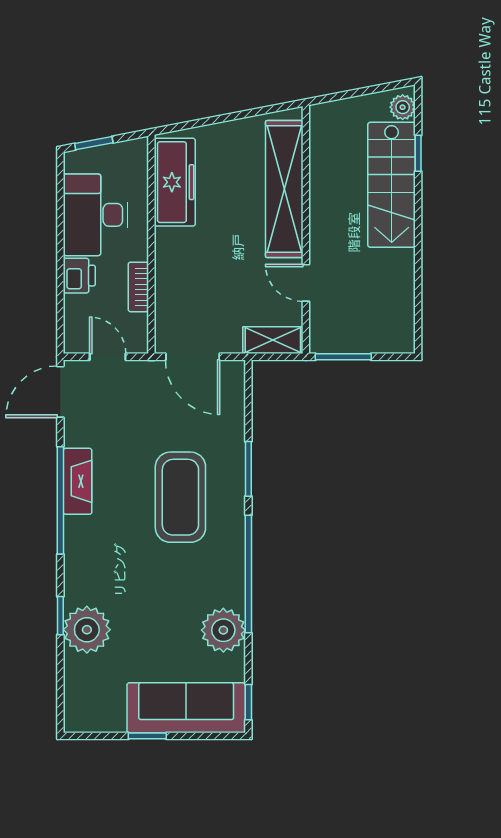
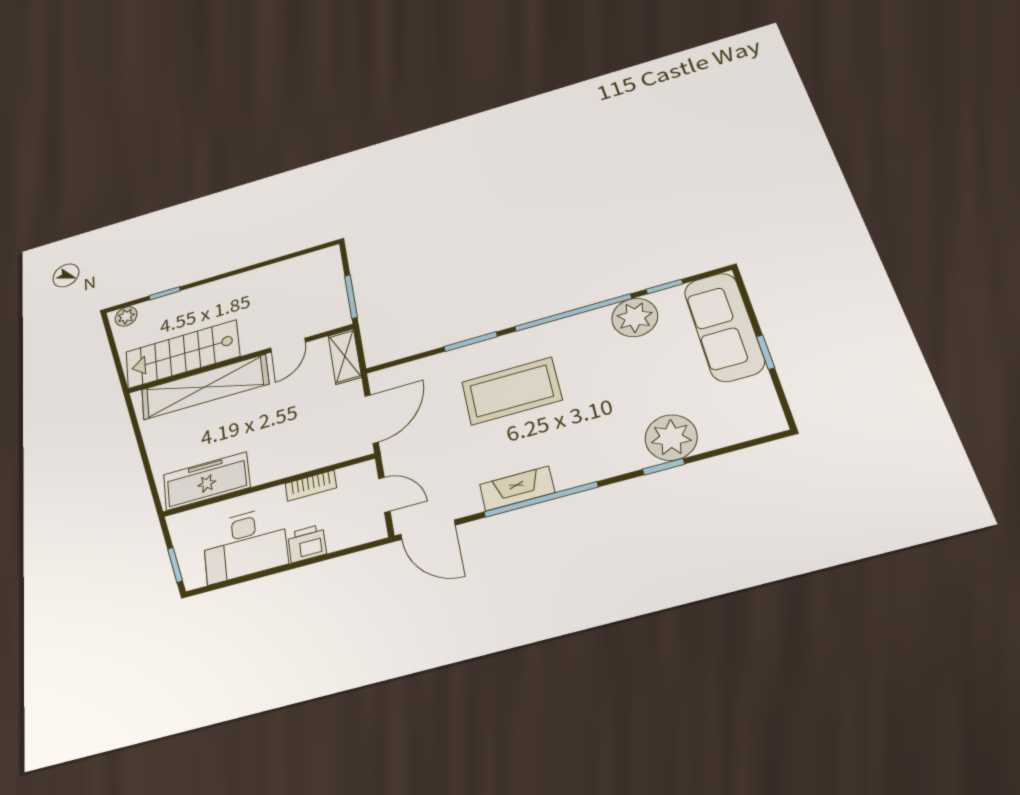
stairs: (392, 185) -> (183, 354), moved, turned 180
door: (108, 357) -> (384, 495), swing flipped
window: (248, 702) -> (664, 287), moved

